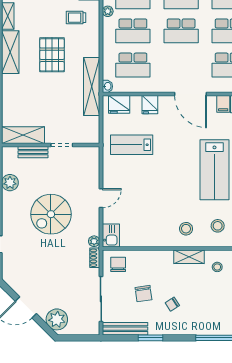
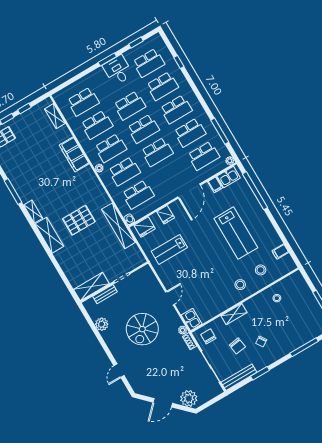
trolley: (76, 18) -> (80, 185), removed
pallet: (52, 55) -> (79, 220), turned 90
door: (191, 94) -> (189, 191), hinge flipped
shelving: (189, 257) -> (234, 314), moved

